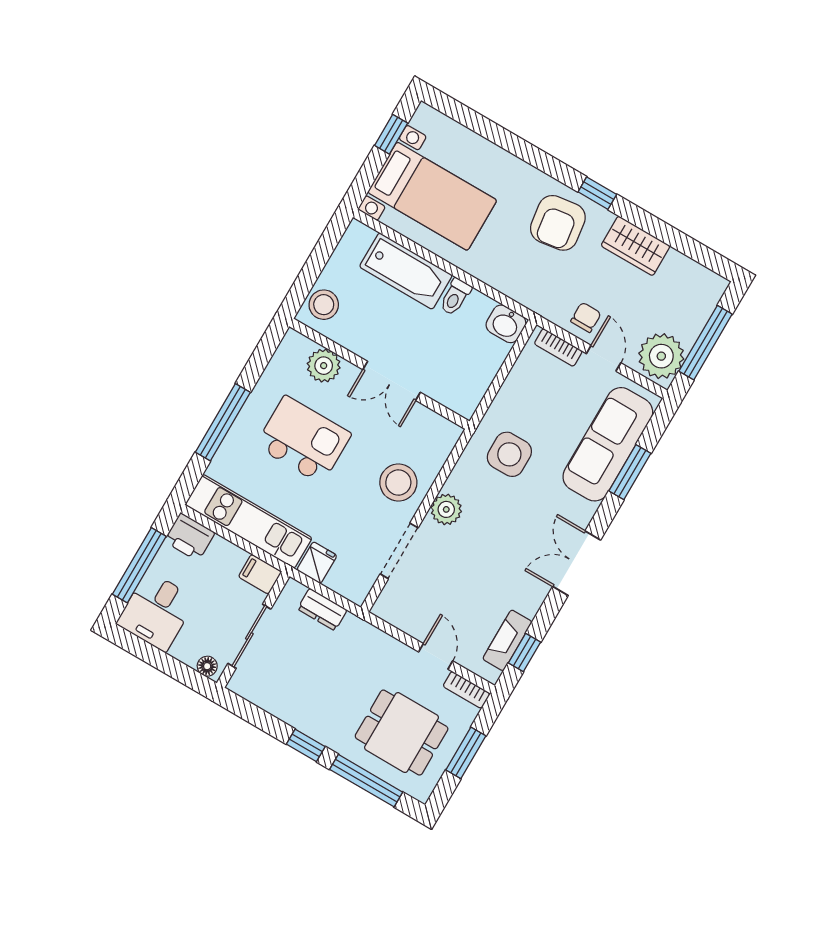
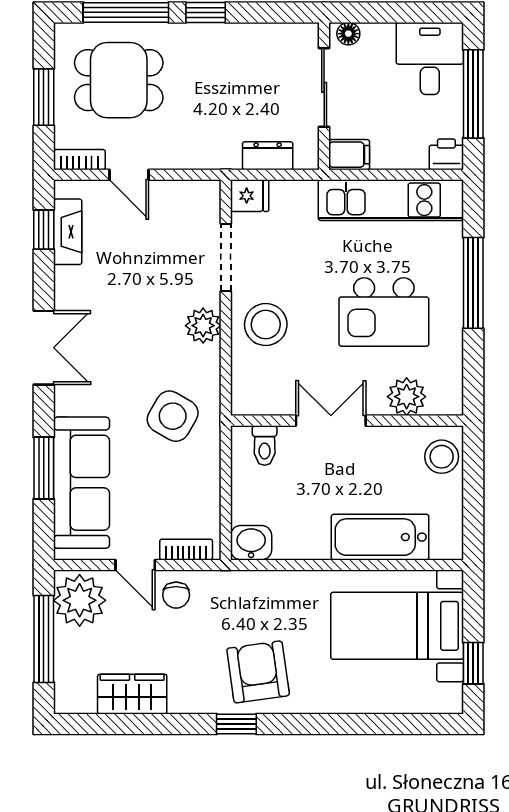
wardrobe: (636, 246) -> (132, 694), moved
toilet: (455, 297) -> (265, 445), moved, turned 180
side table: (509, 454) -> (173, 416), turned 30
printer: (189, 537) -> (446, 154), width x0.73, depth x0.81
fridge: (317, 563) -> (250, 196), moved, turned -90

